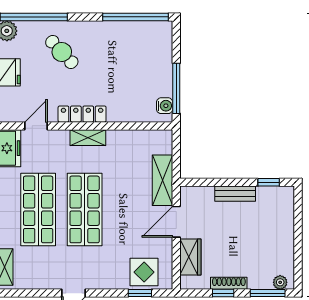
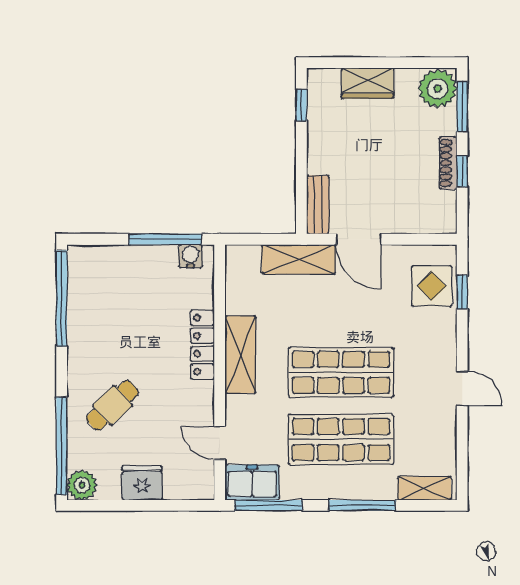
locker: (82, 114) -> (203, 345), moved
shelving: (88, 138) -> (240, 355), width x1.50, depth x1.33
bench: (235, 194) -> (318, 205), moved
wardrobe: (190, 257) -> (368, 83), moved, turned 180
plant: (280, 282) -> (438, 89), width x1.88, depth x1.88

